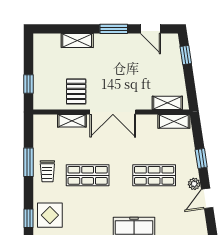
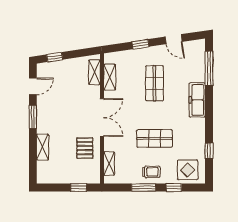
pallet: (76, 91) -> (85, 148), turned 90
shelving: (72, 121) -> (109, 163), moved
shelving: (174, 121) -> (110, 77), moved
shop shelf: (88, 175) -> (155, 138), turned 90
plant: (194, 184) -> (162, 50), removed
window: (29, 218) -> (174, 187), moved

